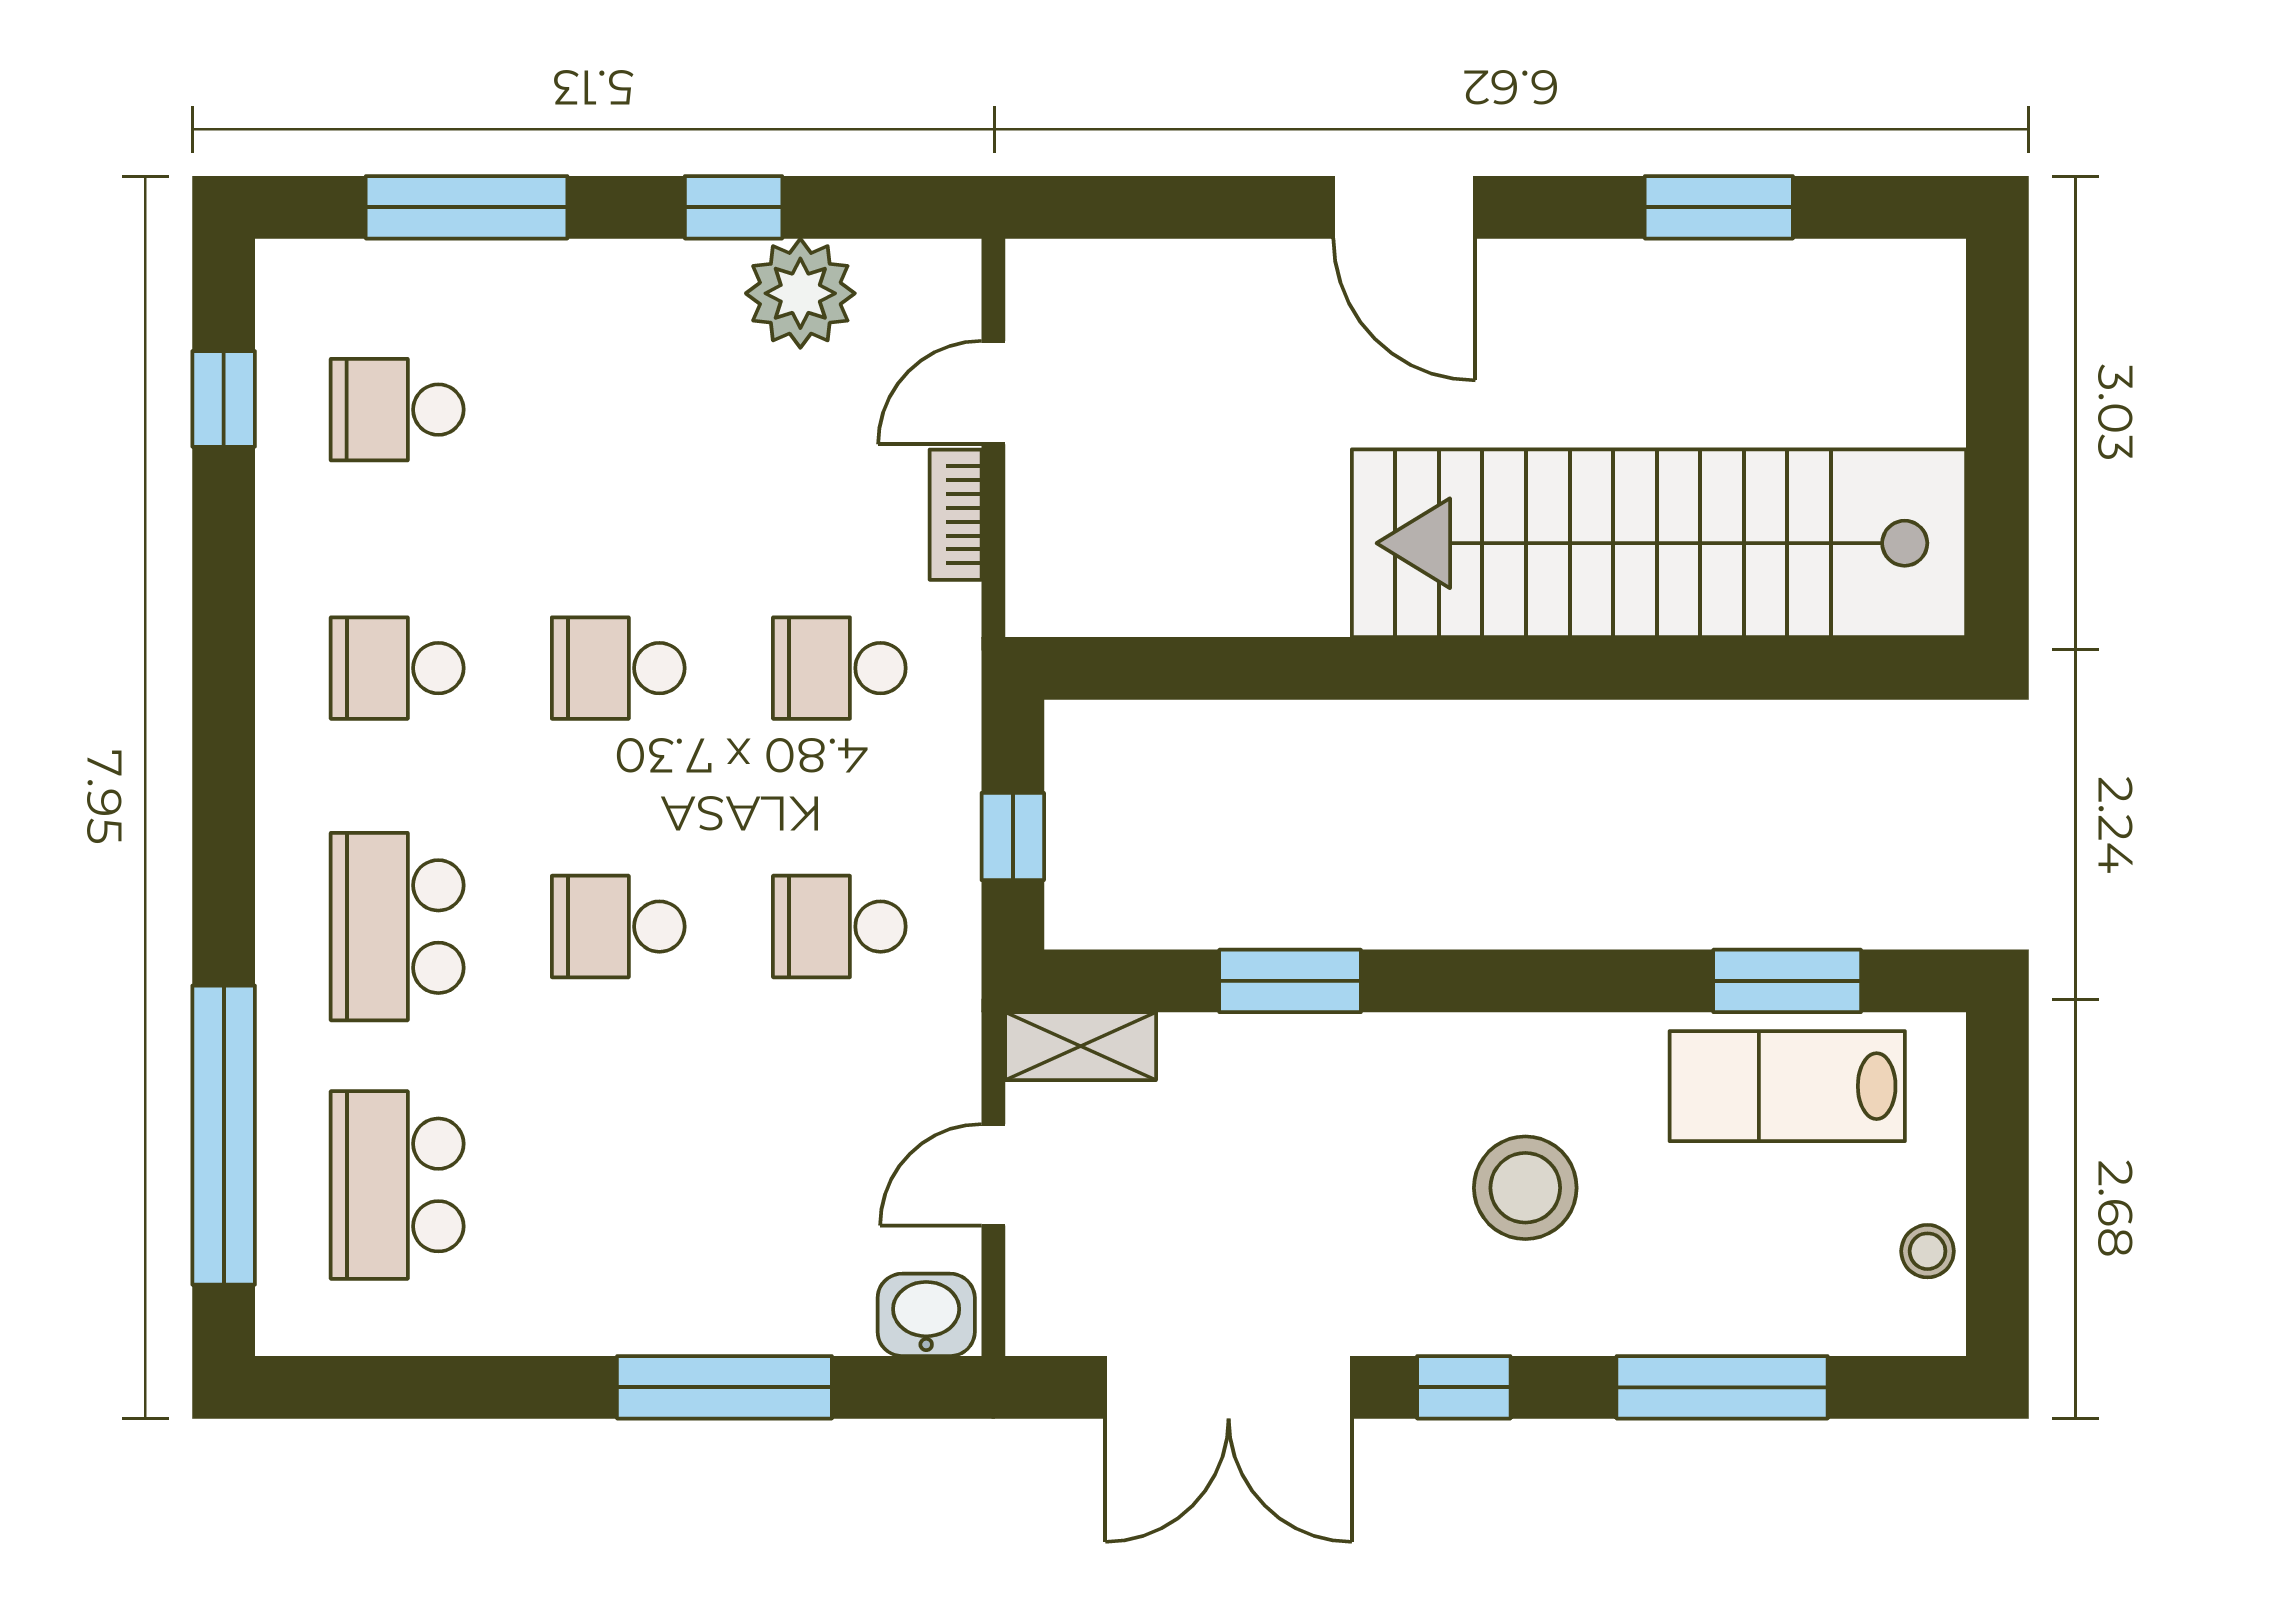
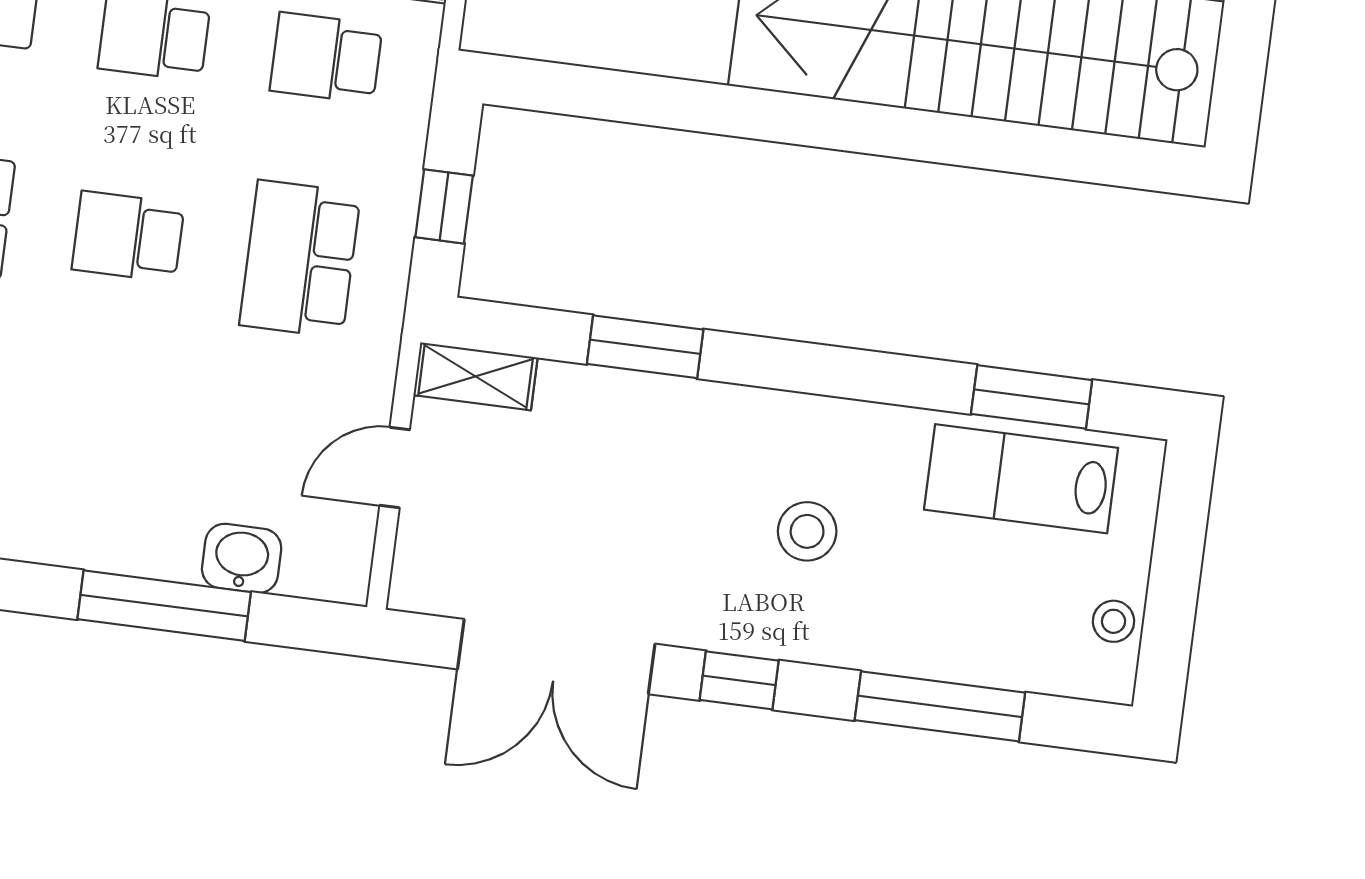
school desk: (839, 927) -> (300, 259), width x1.85
stool: (1525, 1188) -> (807, 531), width x0.73, depth x0.73
washbasin: (926, 1315) -> (242, 558), moved

